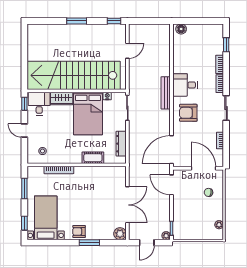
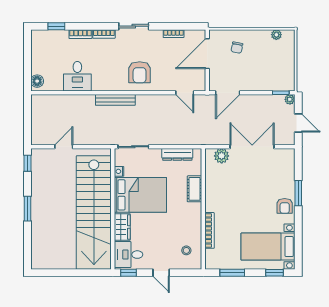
door: (127, 51) -> (64, 147), hinge flipped
desk: (185, 85) -> (77, 76), moved
door: (24, 130) -> (161, 273), hinge flipped
door: (172, 150) -> (185, 93), width x0.53
plant: (120, 234) -> (222, 156), moved

